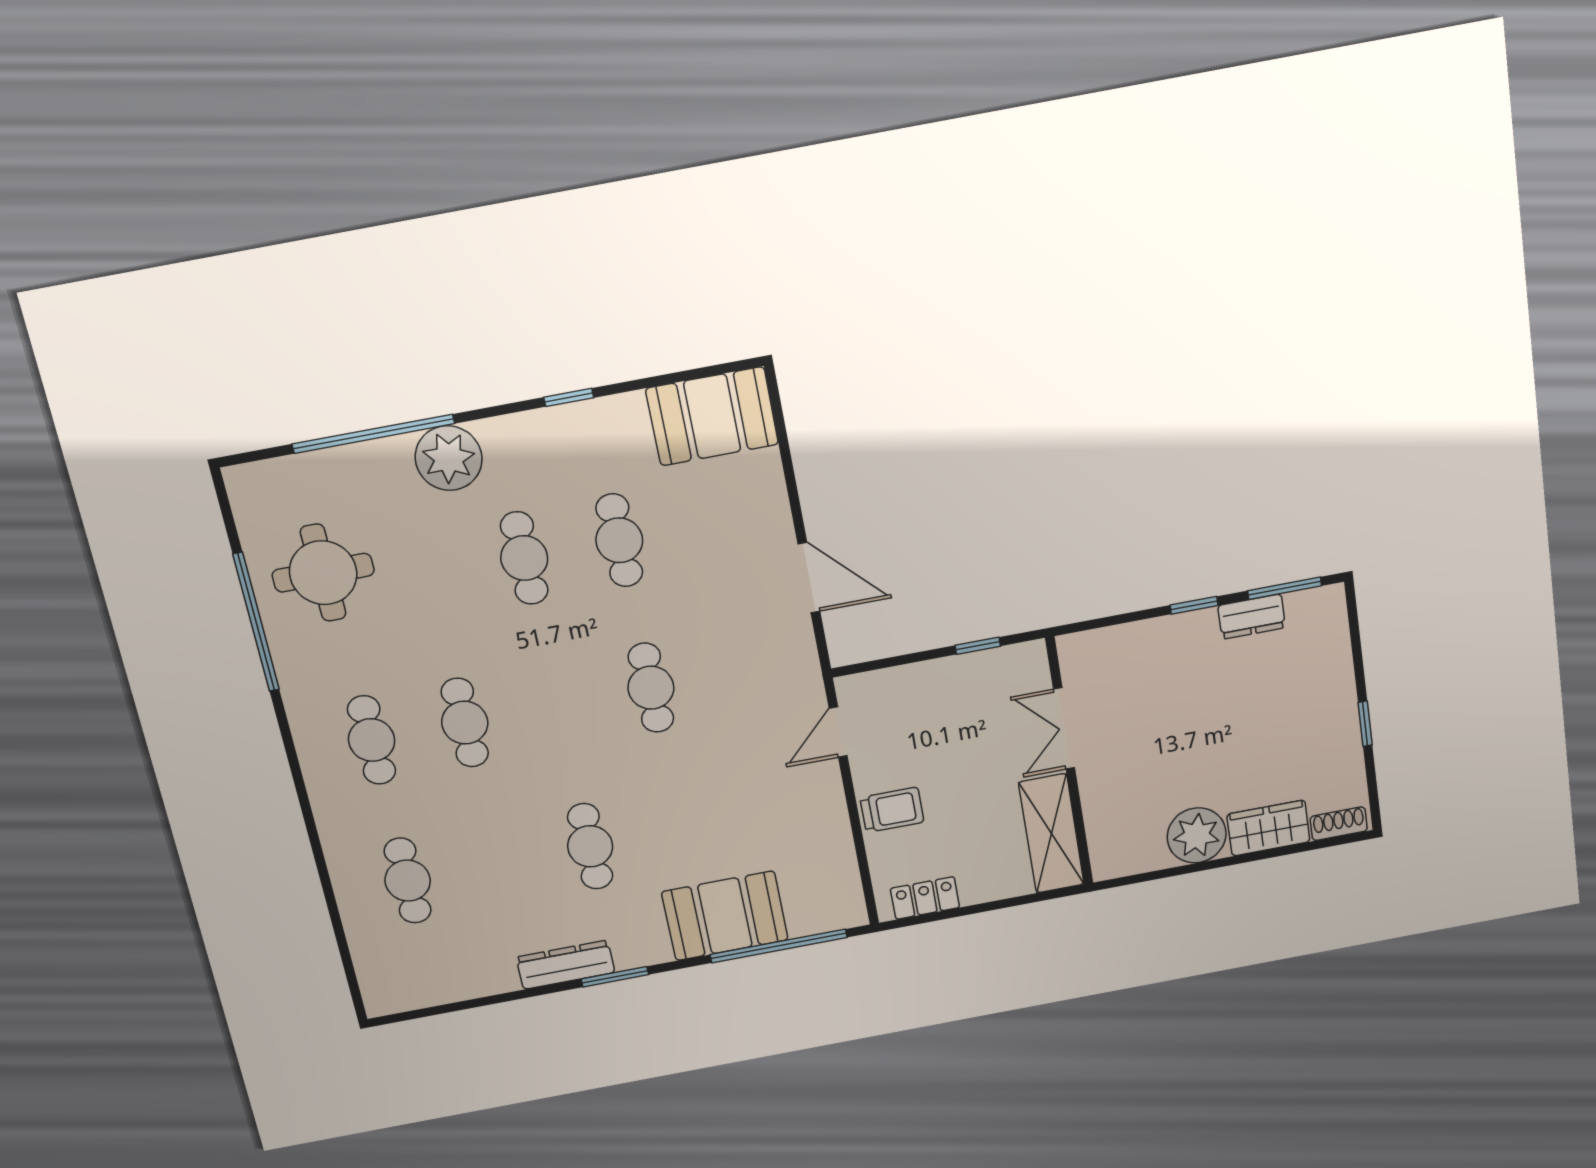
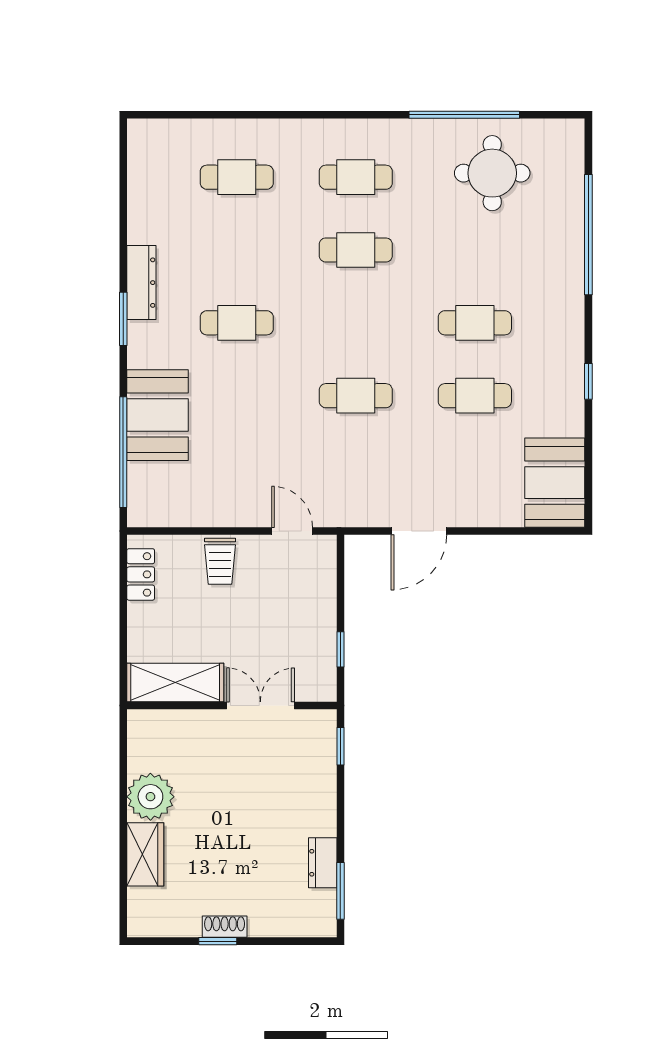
plant: (449, 458) -> (560, 285), removed
window: (1194, 605) -> (340, 746), moved
shoe rack: (1339, 824) -> (225, 927), moved, turned -90

